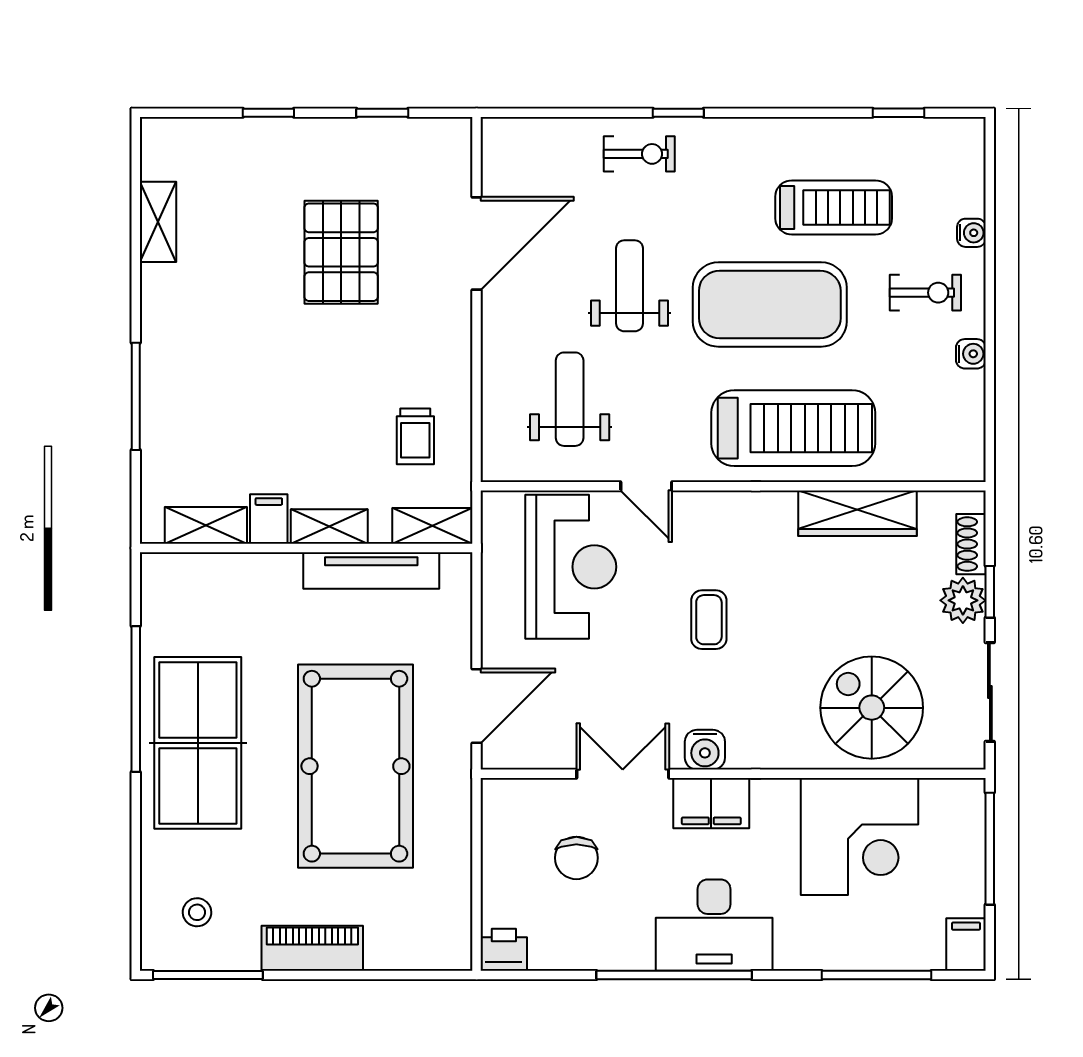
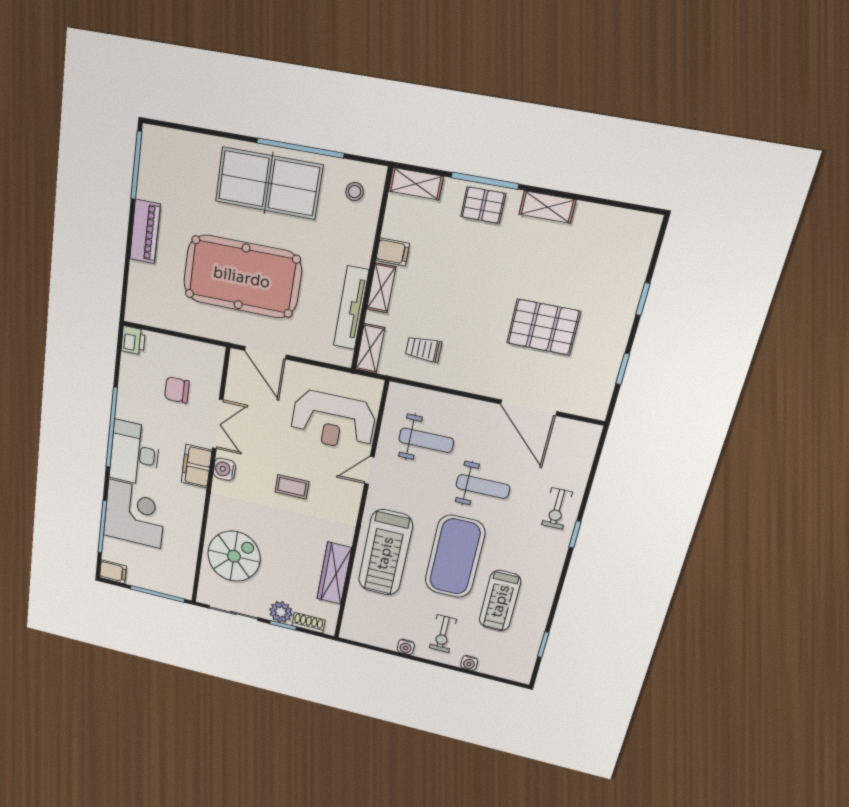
shelving: (158, 222) -> (547, 207), moved
pallet: (172, 391) -> (483, 205), added
shelving: (206, 525) -> (416, 184), moved, turned 90
corner desk: (860, 836) -> (135, 514), moved, turned 180
stool: (197, 912) -> (355, 192), moved

